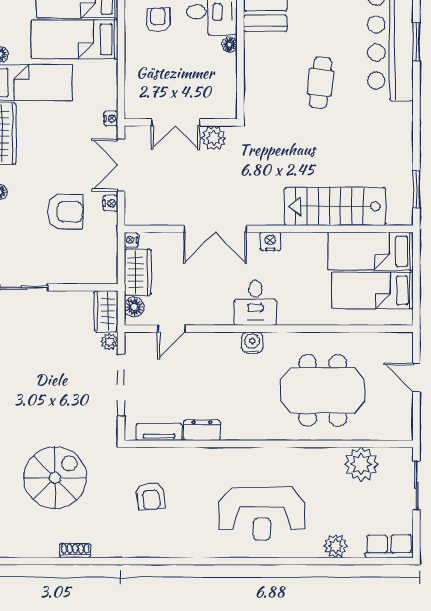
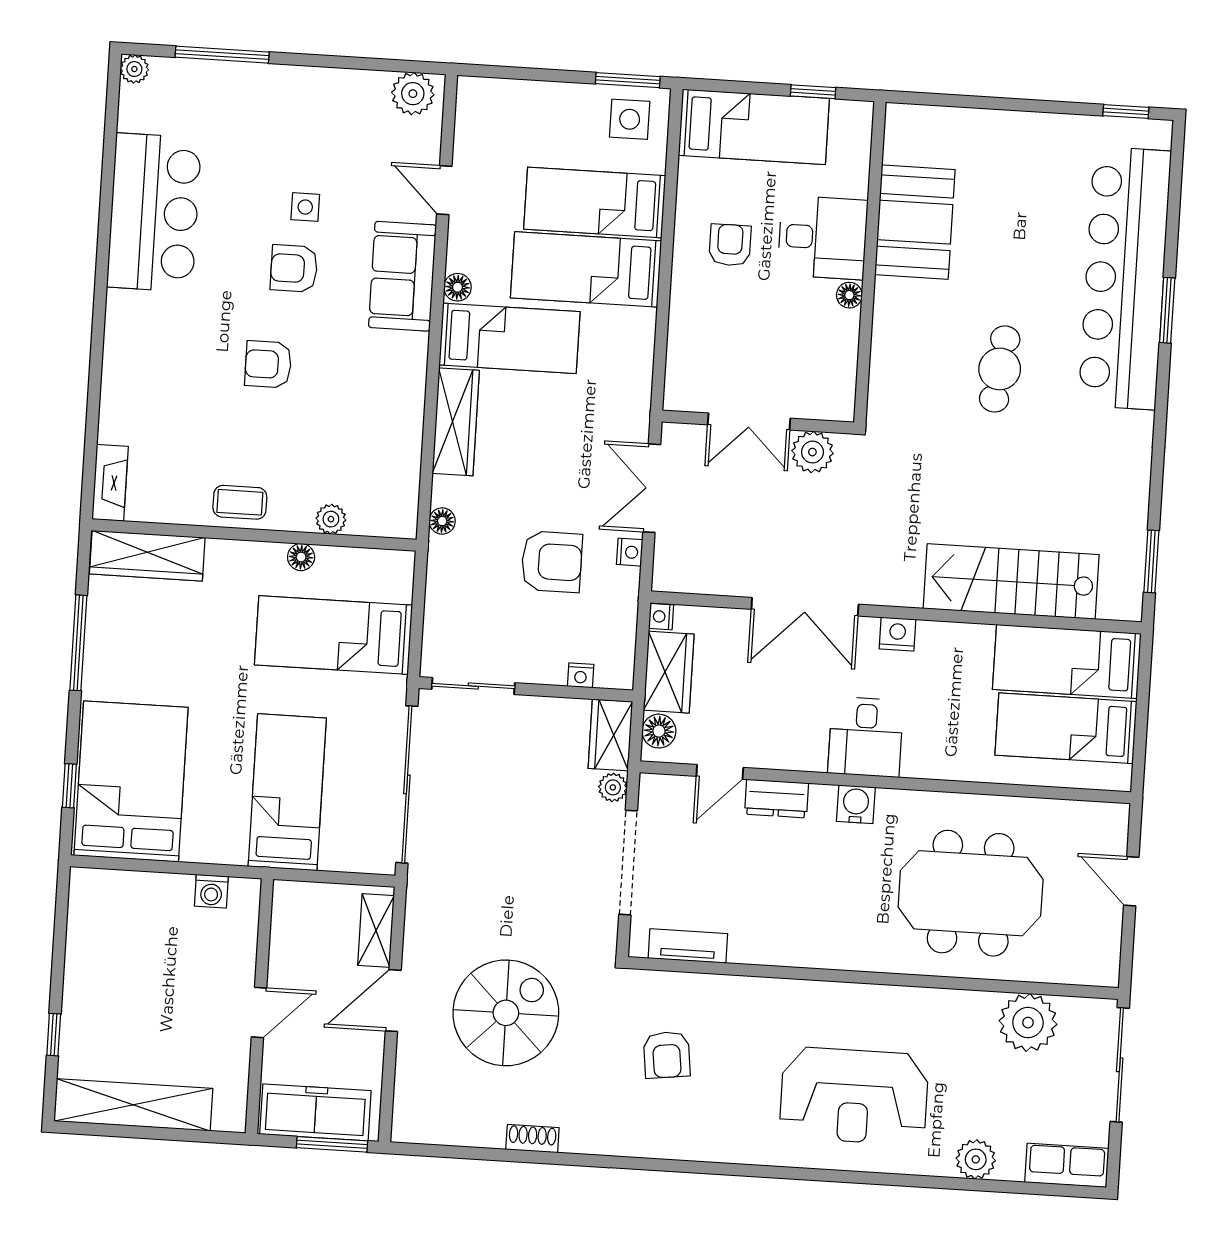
nightstand: (111, 119) -> (581, 675), moved, turned 90
dresser: (202, 430) -> (777, 799), moved, turned 180
sliding door: (416, 485) -> (1120, 1065), width x1.37

